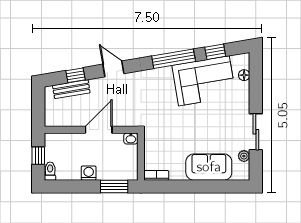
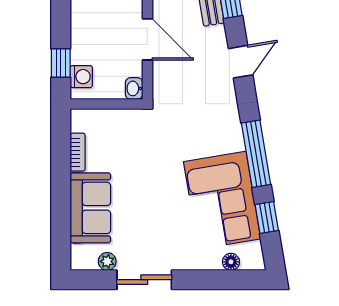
washing machine: (89, 173) -> (81, 77), moved
bookcase: (156, 175) -> (78, 152), moved
window: (114, 186) -> (61, 63), width x0.67

